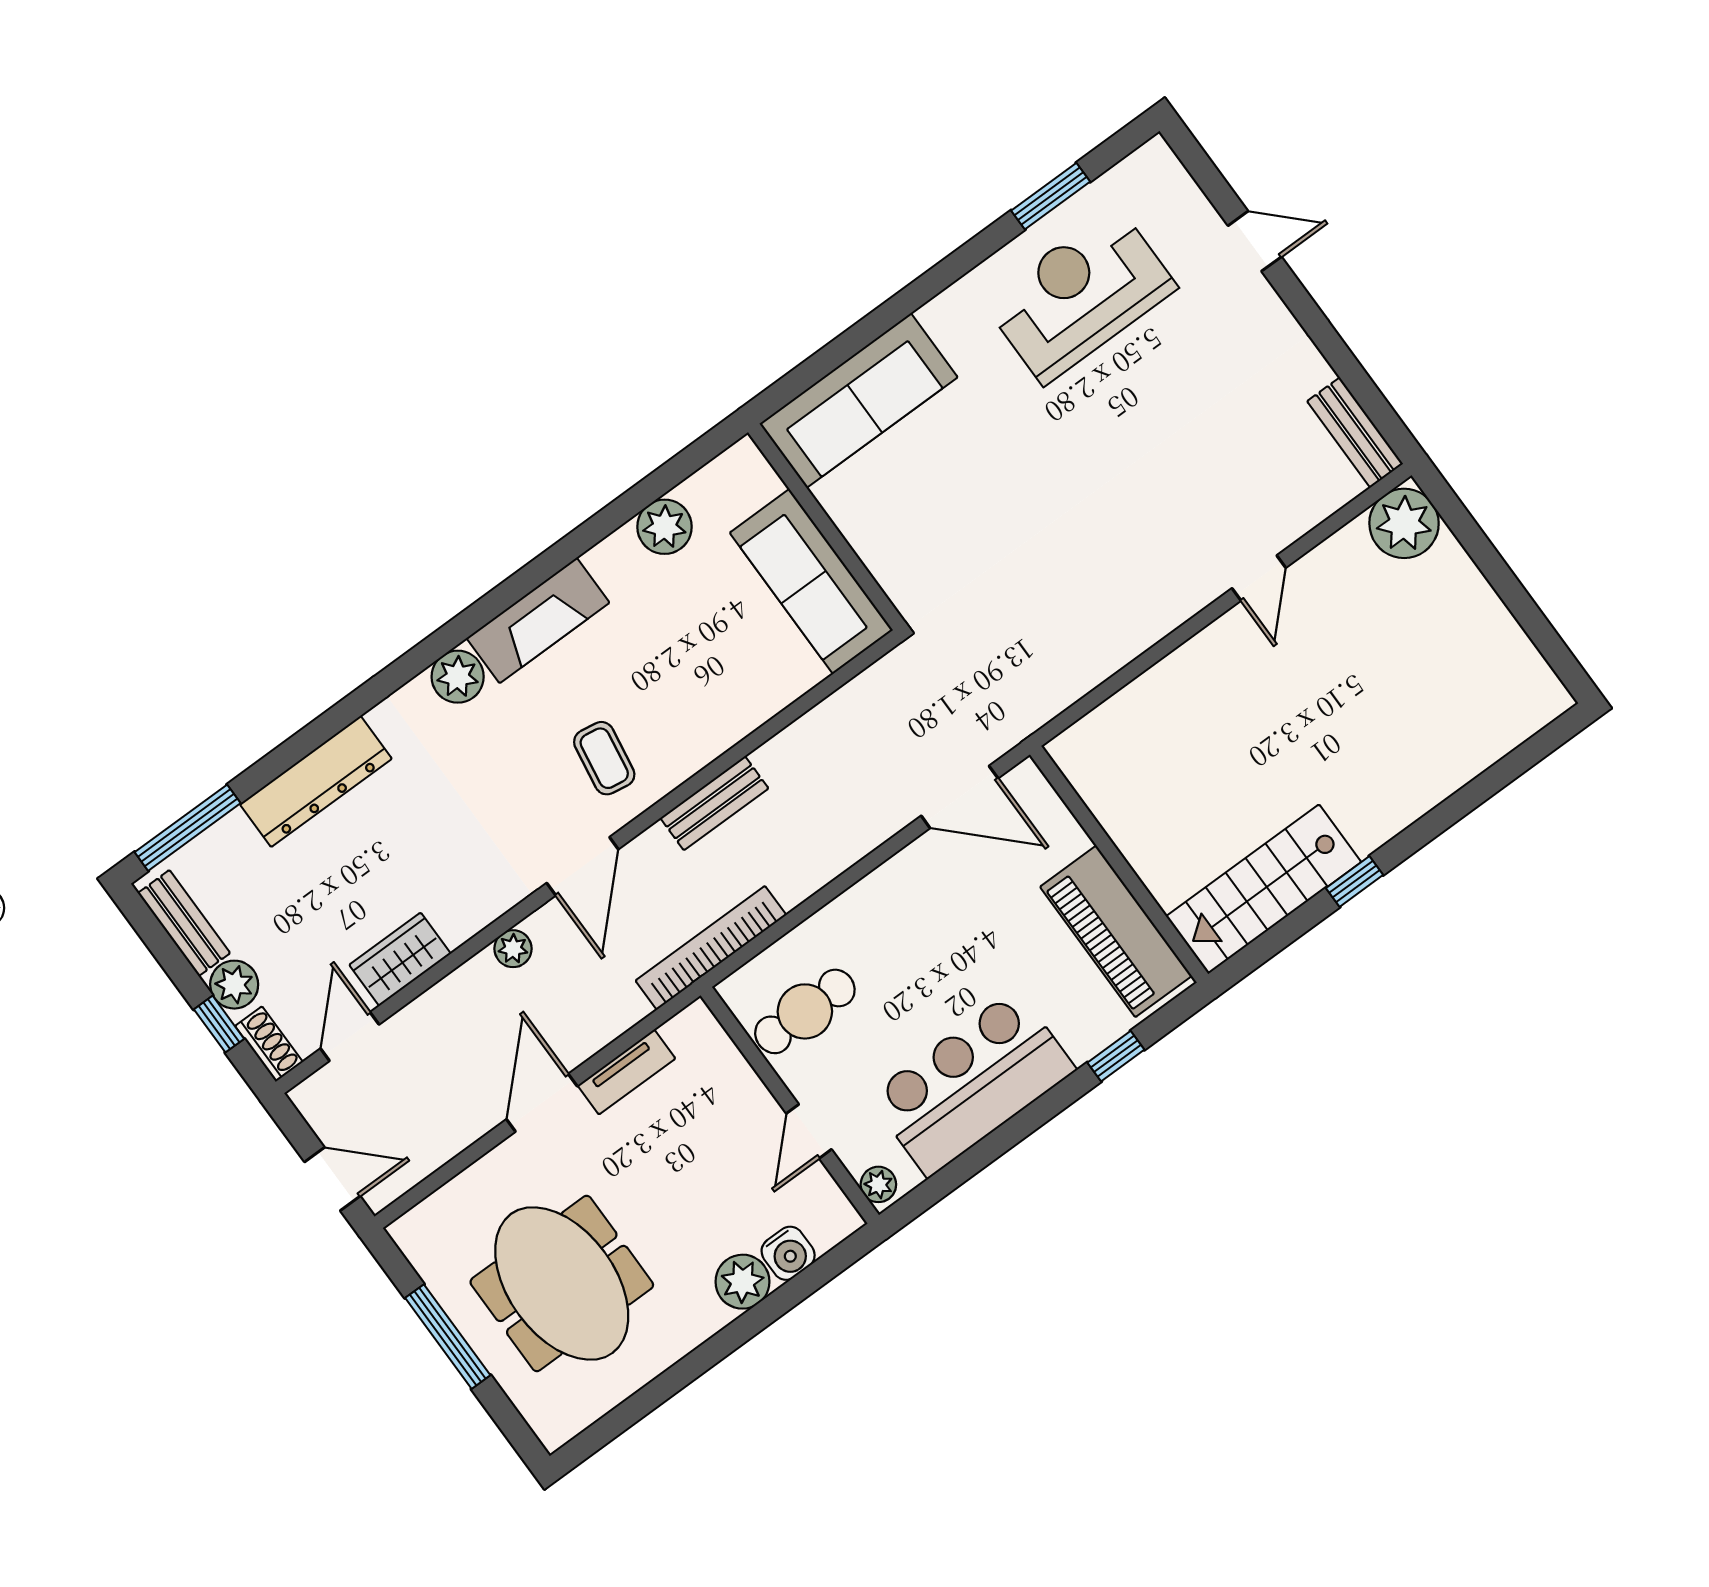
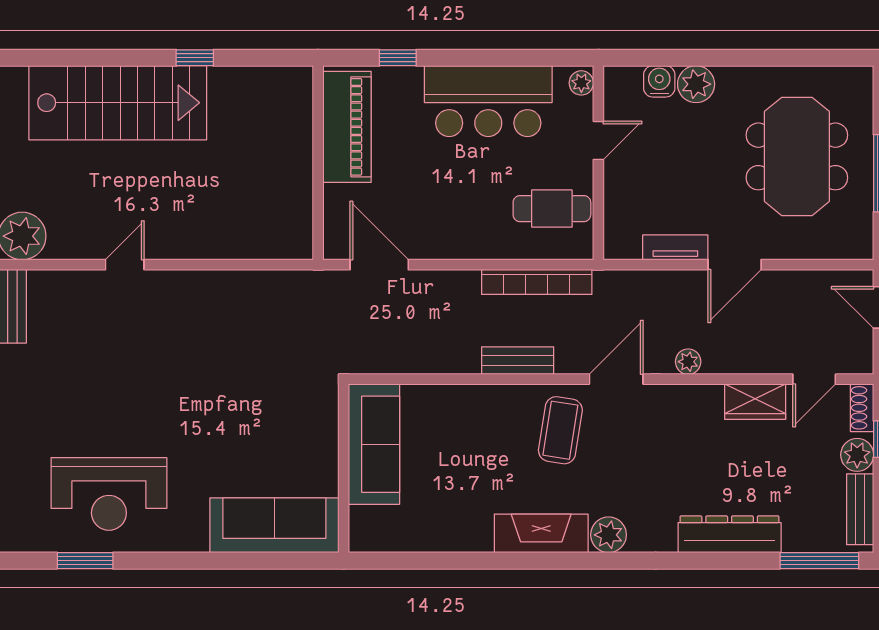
plant: (665, 527) -> (433, 534), removed
coffee table: (604, 758) -> (560, 430), width x1.36, depth x1.30
stairs: (1264, 889) -> (118, 103), moved, width x1.36, depth x1.51
bookcase: (711, 948) -> (537, 282), moved

